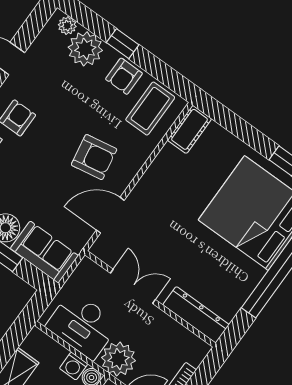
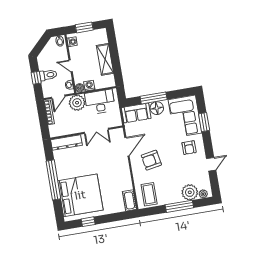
window: (123, 44) -> (179, 206), width x2.17
armchair: (124, 76) -> (168, 196), removed

